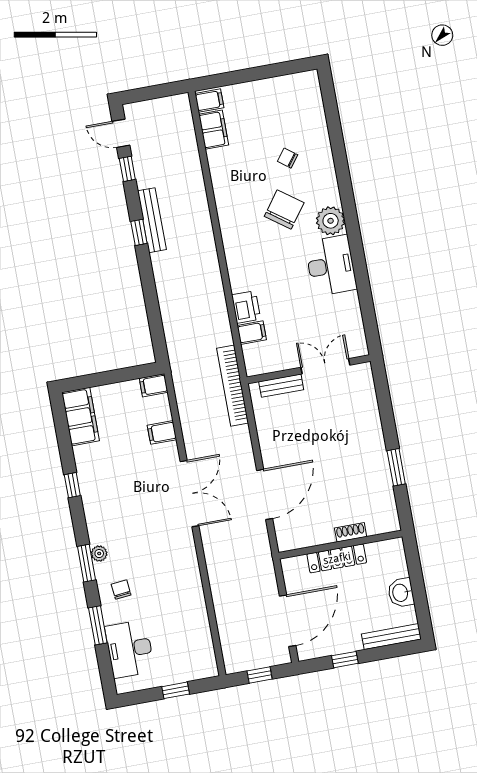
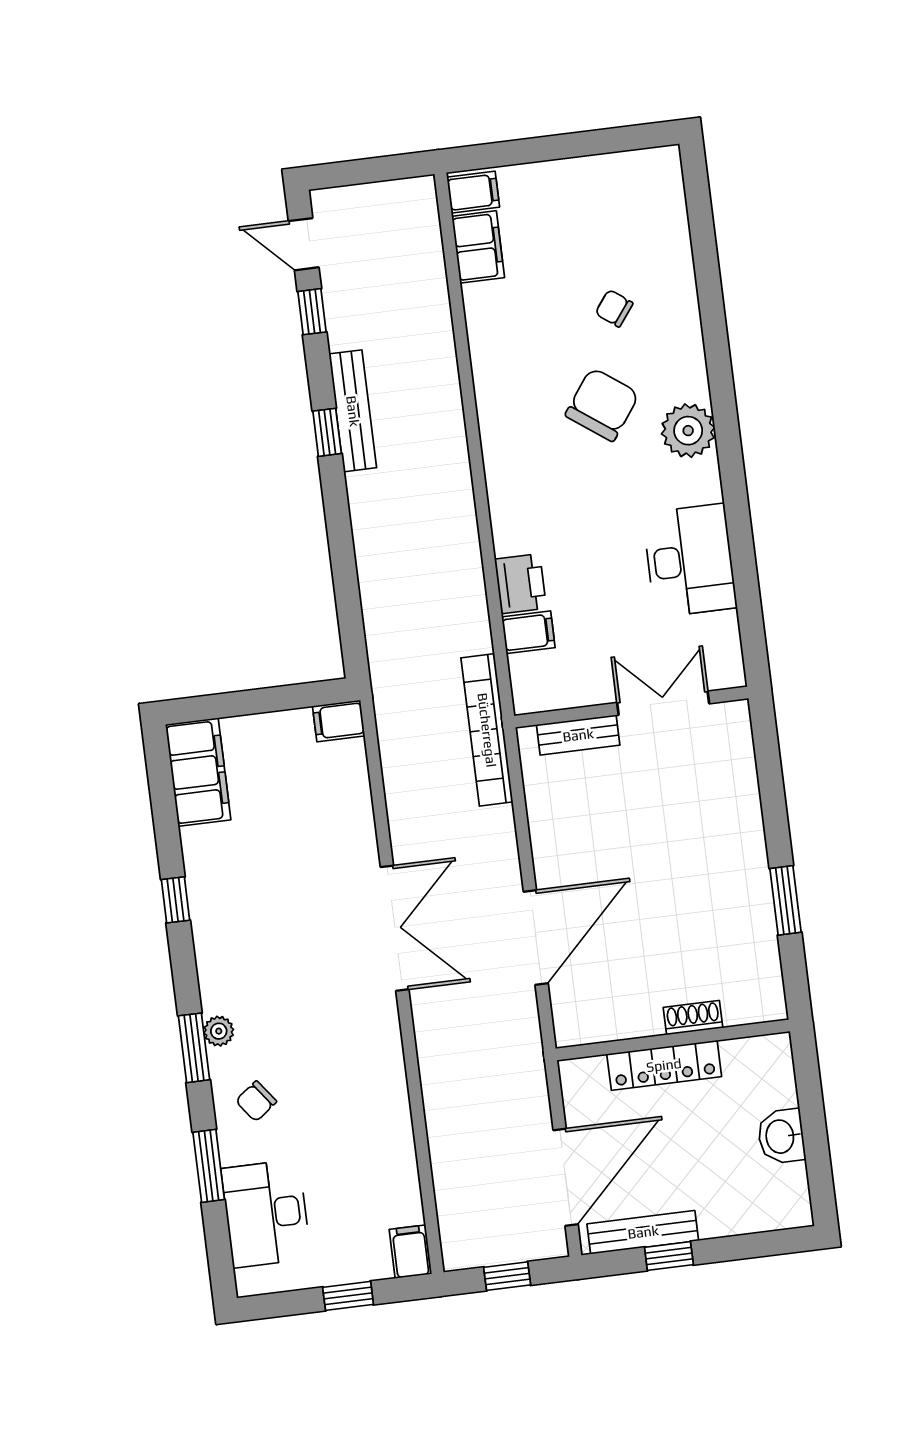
desk: (331, 266) -> (690, 560), moved
filing cabinet: (162, 432) -> (410, 1252), moved, turned 90
chair: (121, 590) -> (256, 1101), turned -121
bench: (391, 637) -> (643, 1232), moved

